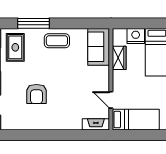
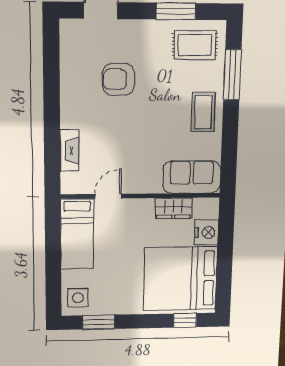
fireplace: (96, 124) -> (69, 151), moved

